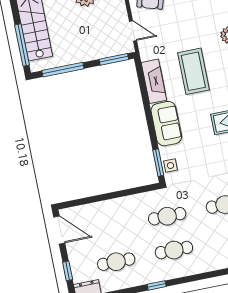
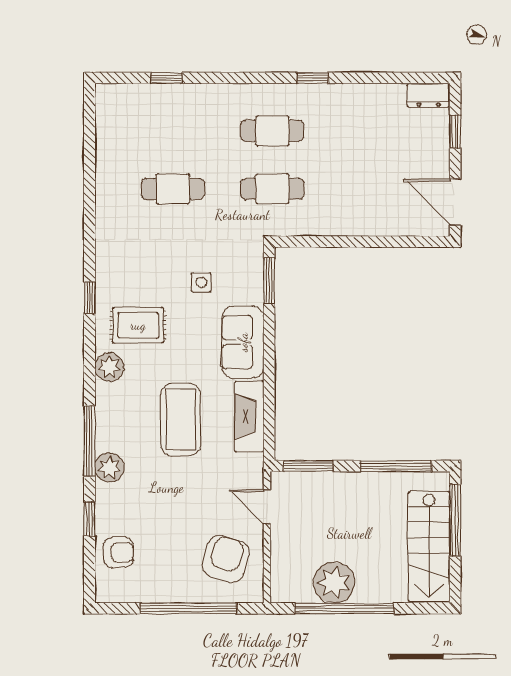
side table: (170, 165) -> (201, 282), moved
cafe table: (116, 262) -> (372, 131), removed

